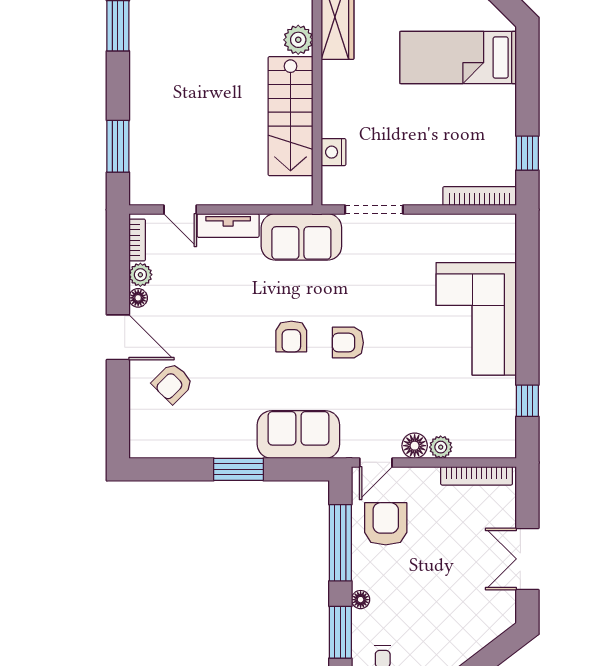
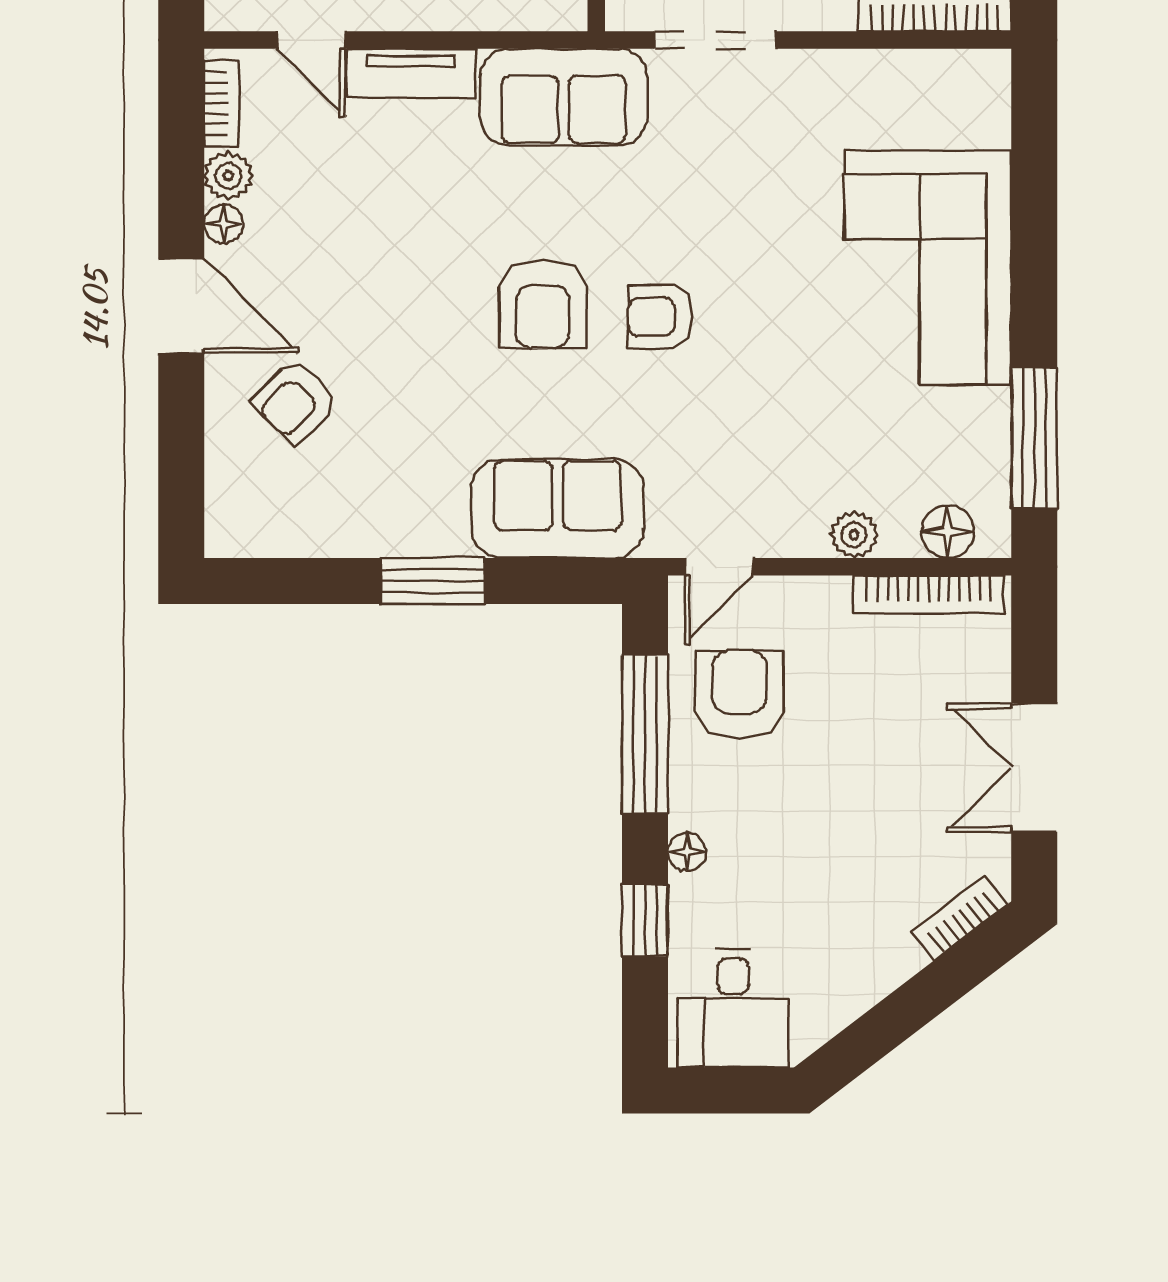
armchair: (291, 336) -> (543, 304), width x1.38, depth x1.38
window: (527, 401) -> (1034, 438), width x2.17
floor lamp: (415, 446) -> (948, 532), moved
bookcase: (491, 631) -> (960, 918), added
window: (340, 632) -> (645, 920), width x0.67

